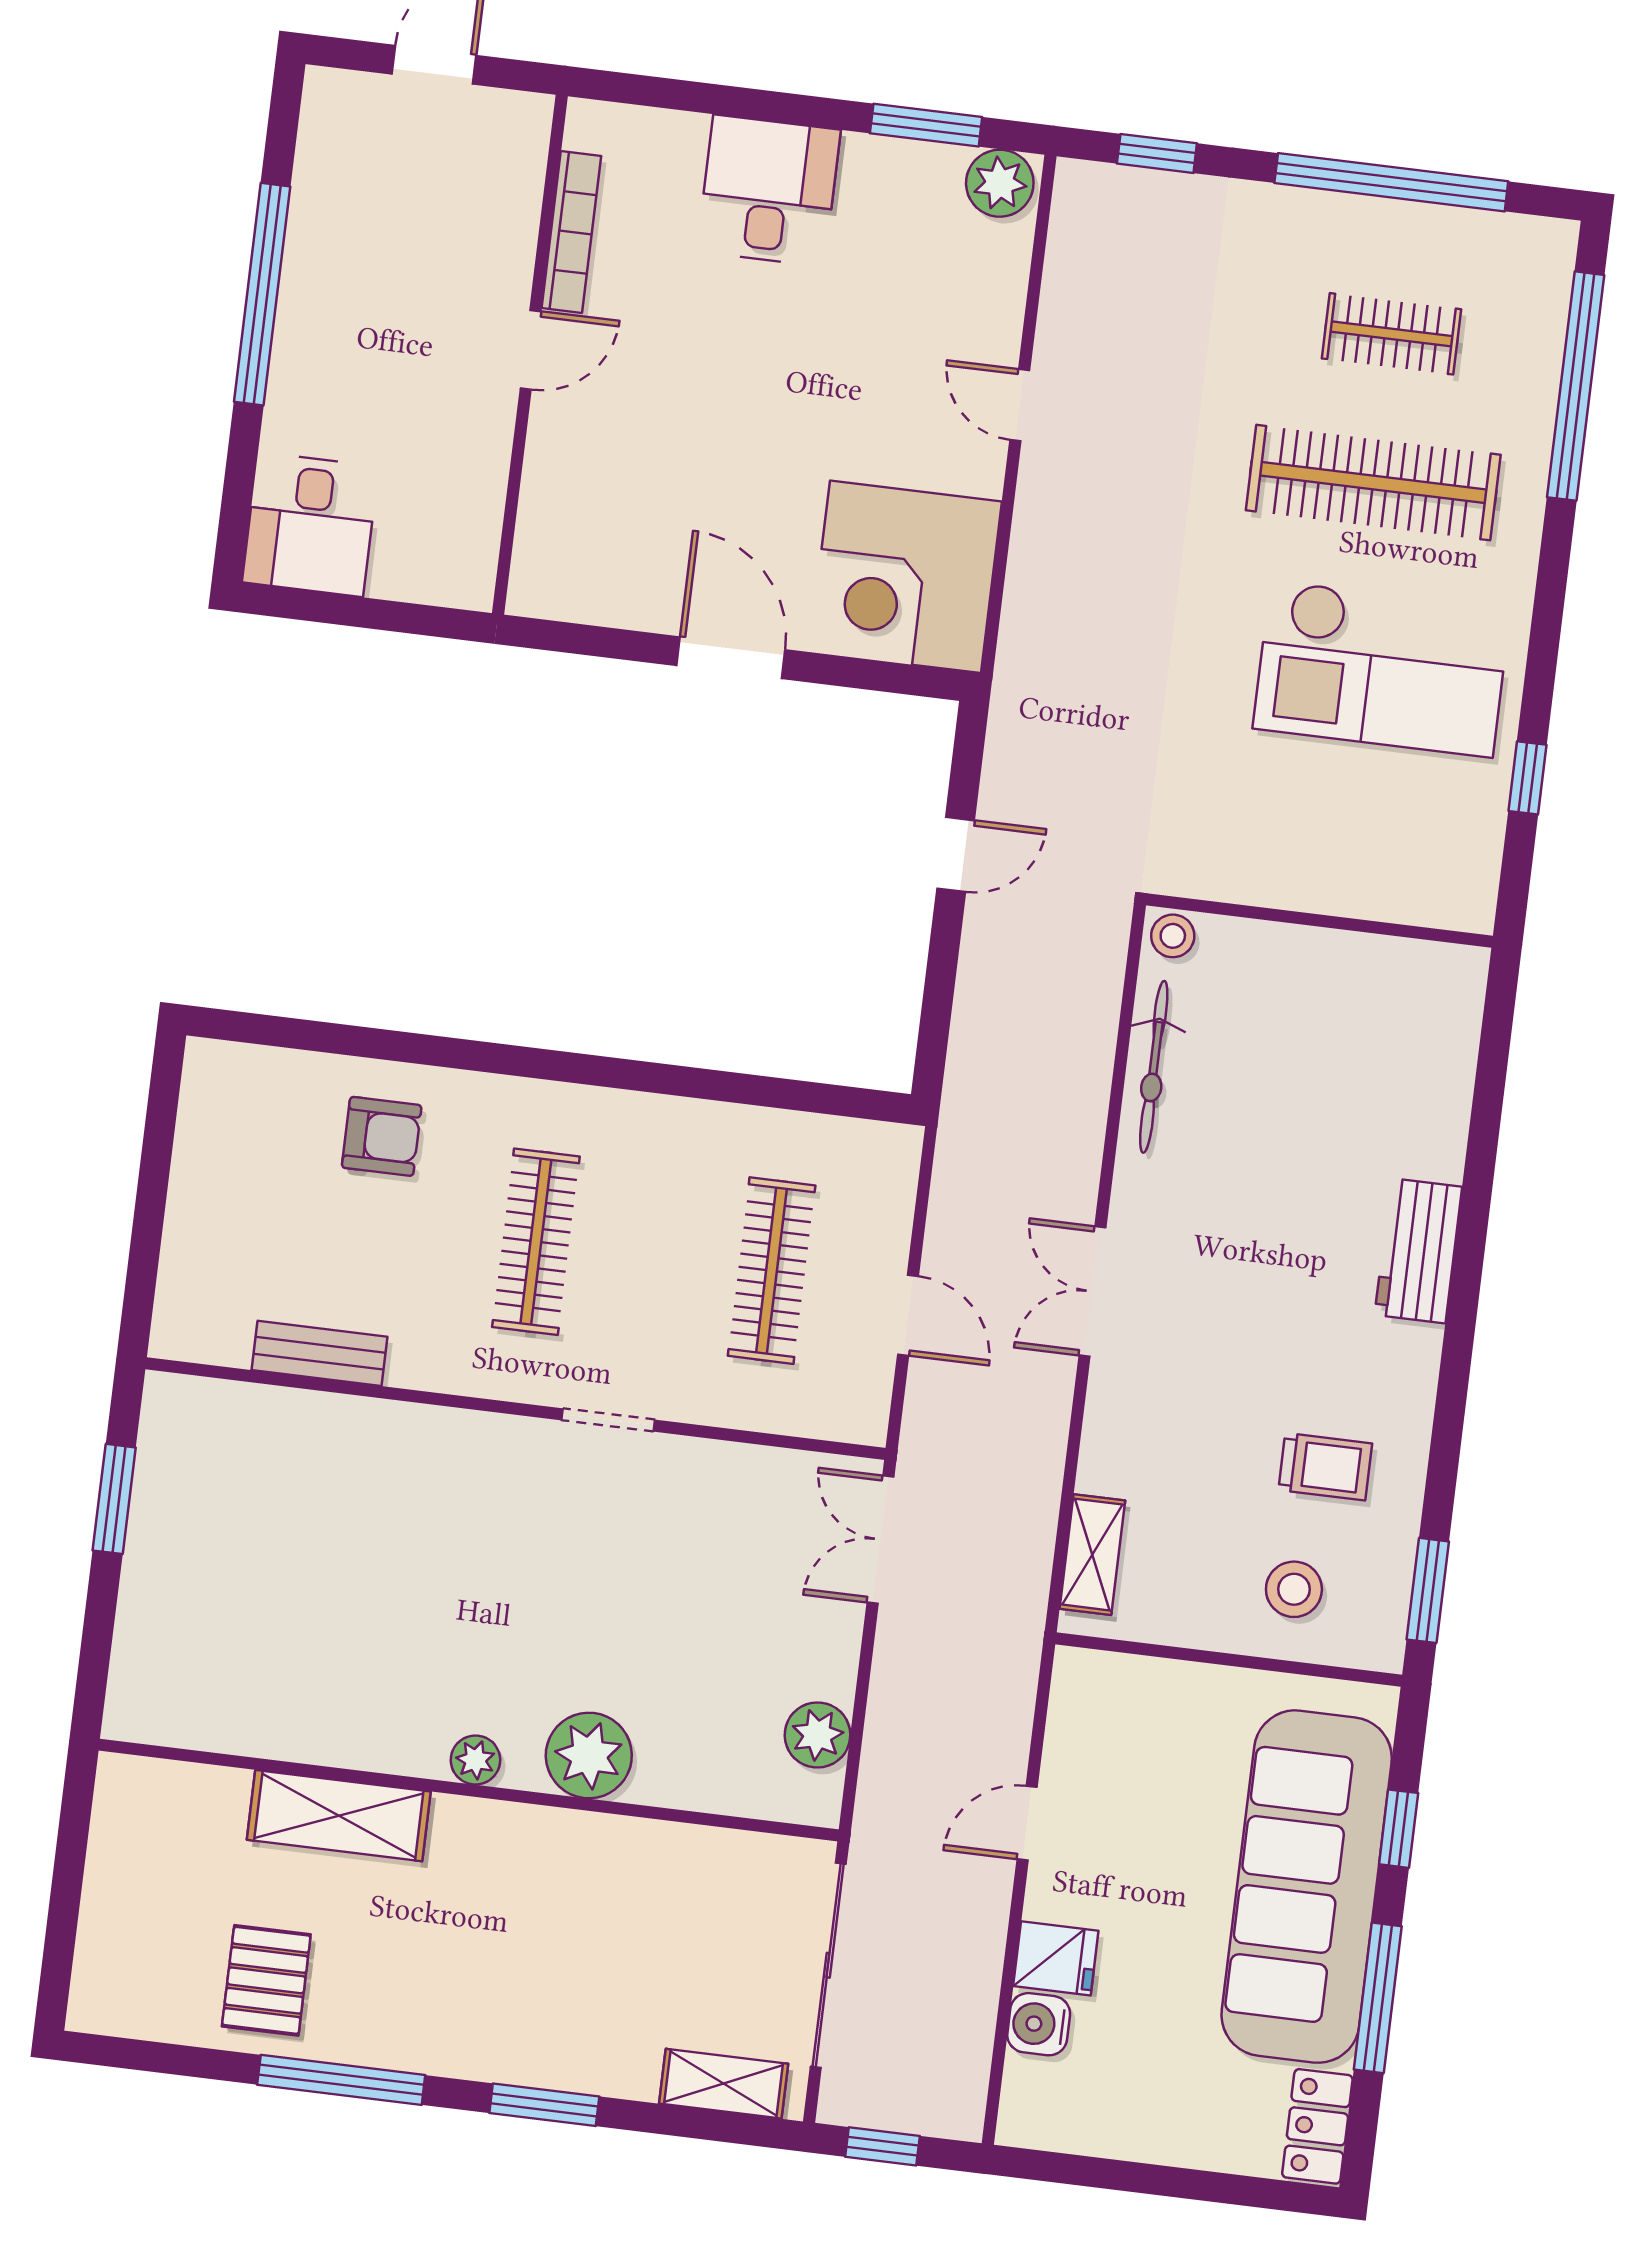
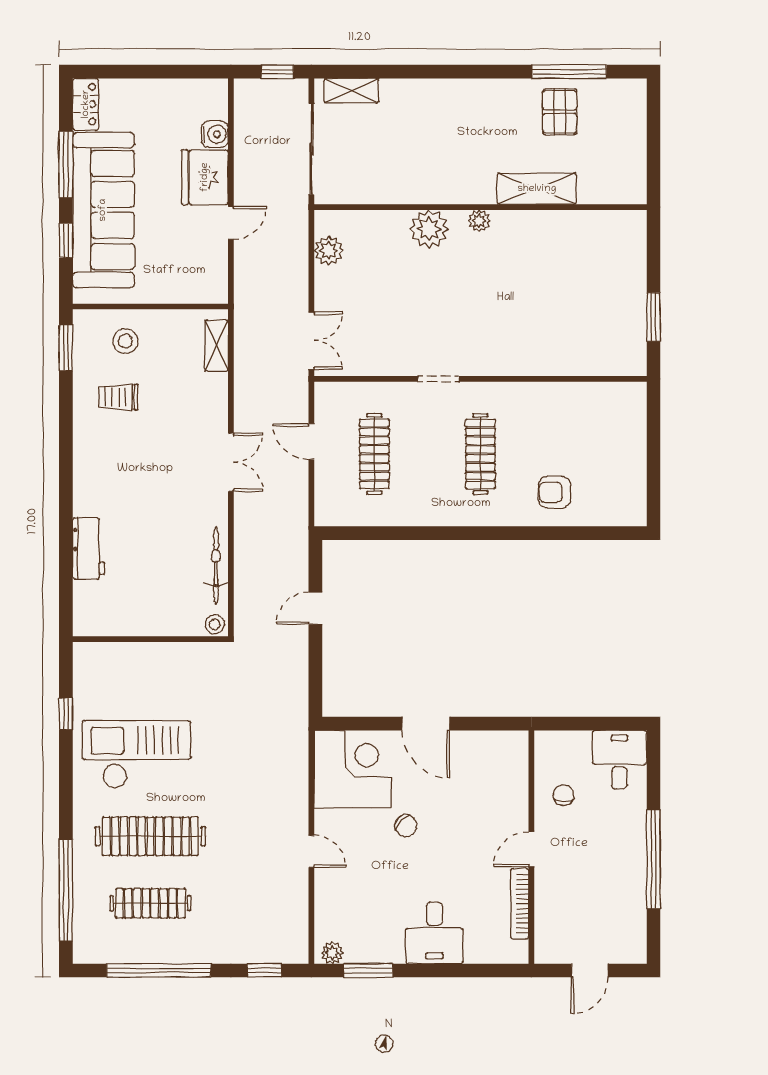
plant: (1000, 183) -> (332, 953), width x0.73, depth x0.73
clothes rail: (1392, 334) -> (150, 903), width x1.36
chair: (803, 436) -> (406, 826), added
chair: (444, 461) -> (564, 795), added
door: (956, 854) -> (315, 608), moved
workbench: (1418, 1251) -> (89, 549), moved
bench: (319, 1353) -> (570, 393), removed
fridge: (1056, 1958) -> (205, 177), width x1.88, depth x1.34
window: (341, 2080) -> (569, 72), moved
window: (544, 2105) -> (430, 72), removed

